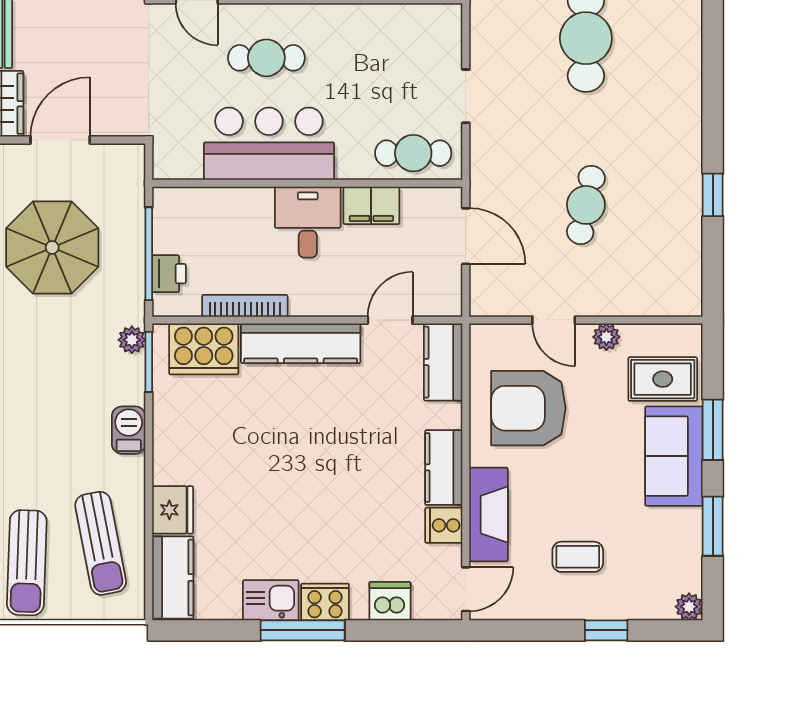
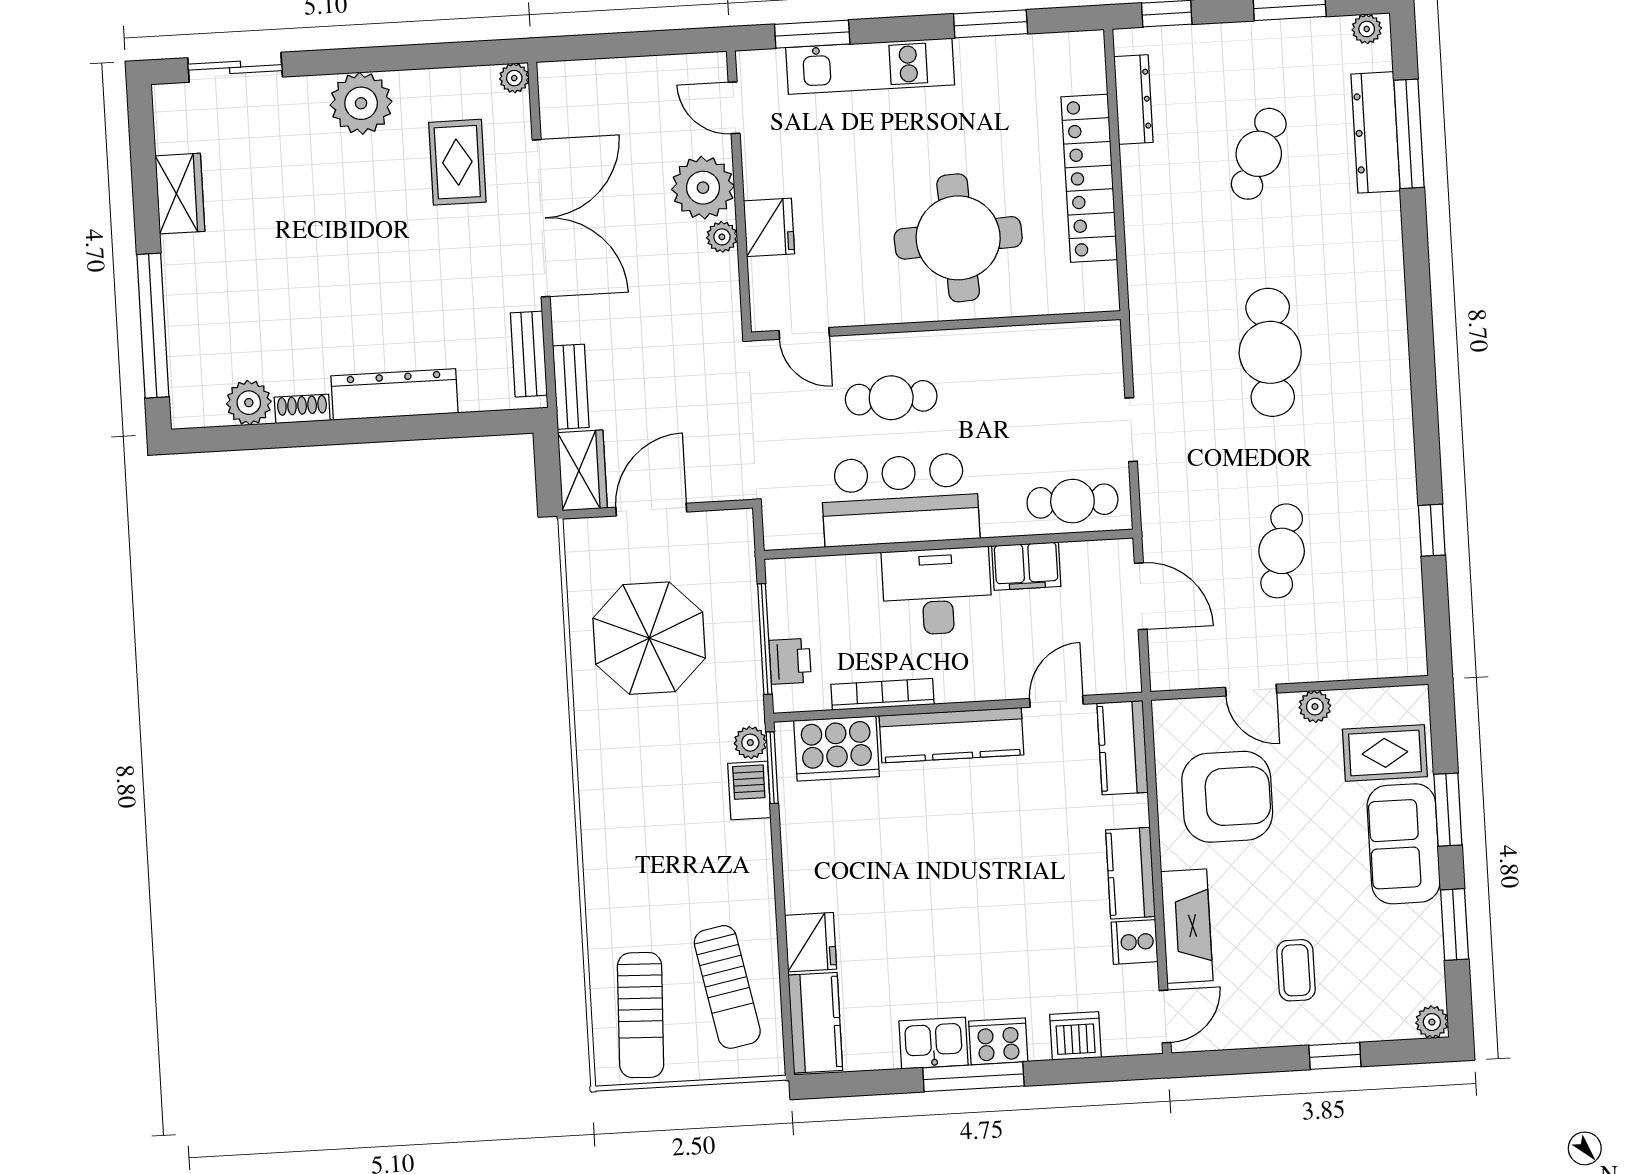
desk: (308, 222) -> (937, 591), width x1.37
armchair: (528, 408) -> (1227, 797), turned 180
barbecue: (129, 430) -> (749, 790), moved
coffee table: (578, 557) -> (1296, 970), turned 90

